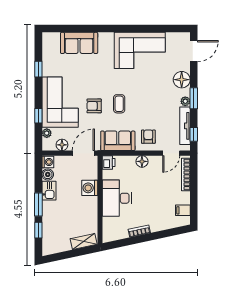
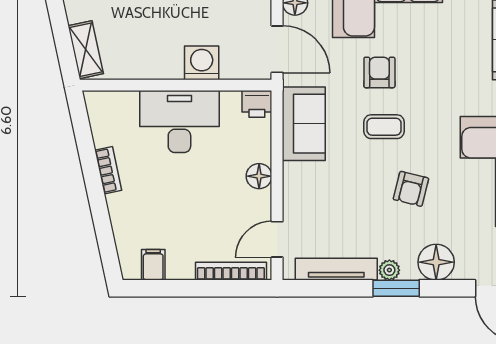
window: (194, 134) -> (318, 288), removed
armchair: (148, 137) -> (411, 189), moved, turned 104
door: (171, 153) -> (277, 239), hinge flipped

